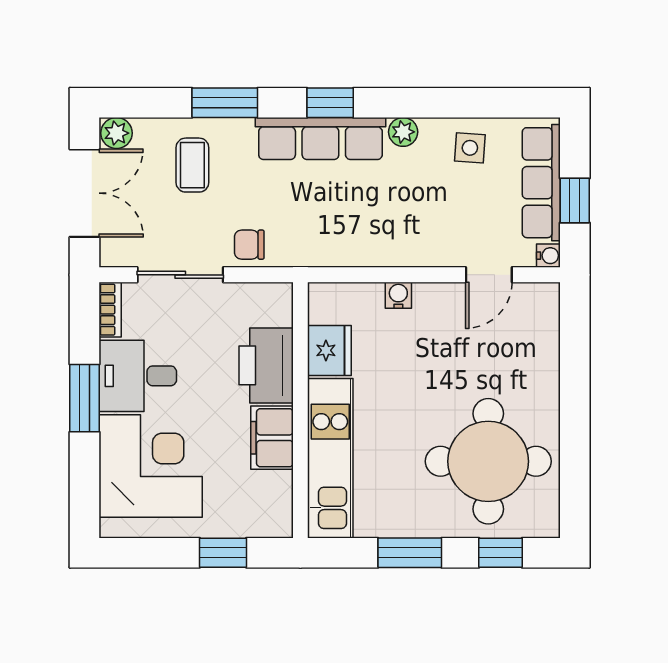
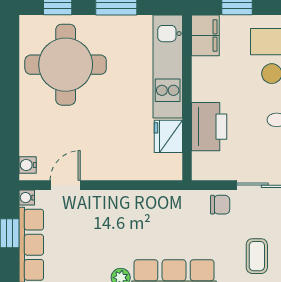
side table: (470, 148) -> (77, 267), removed
water cooler: (398, 295) -> (28, 165), moved, turned 90
filing cabinet: (272, 438) -> (205, 35), moved

